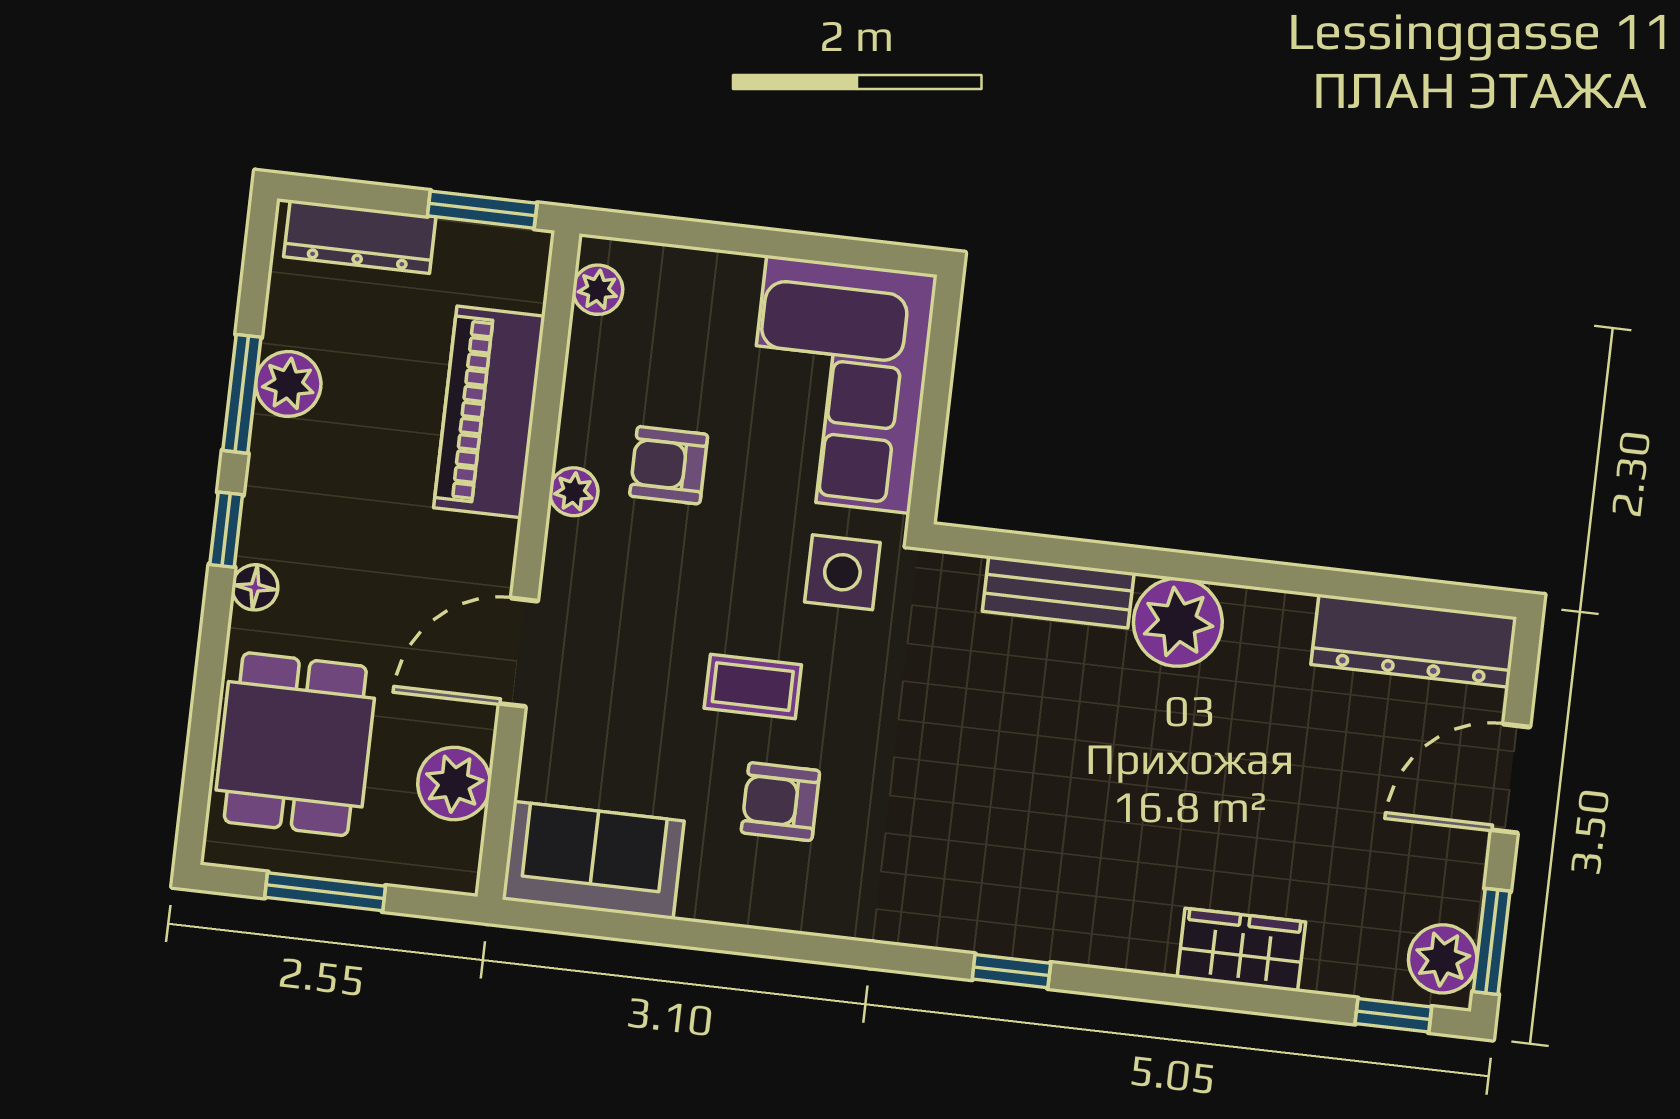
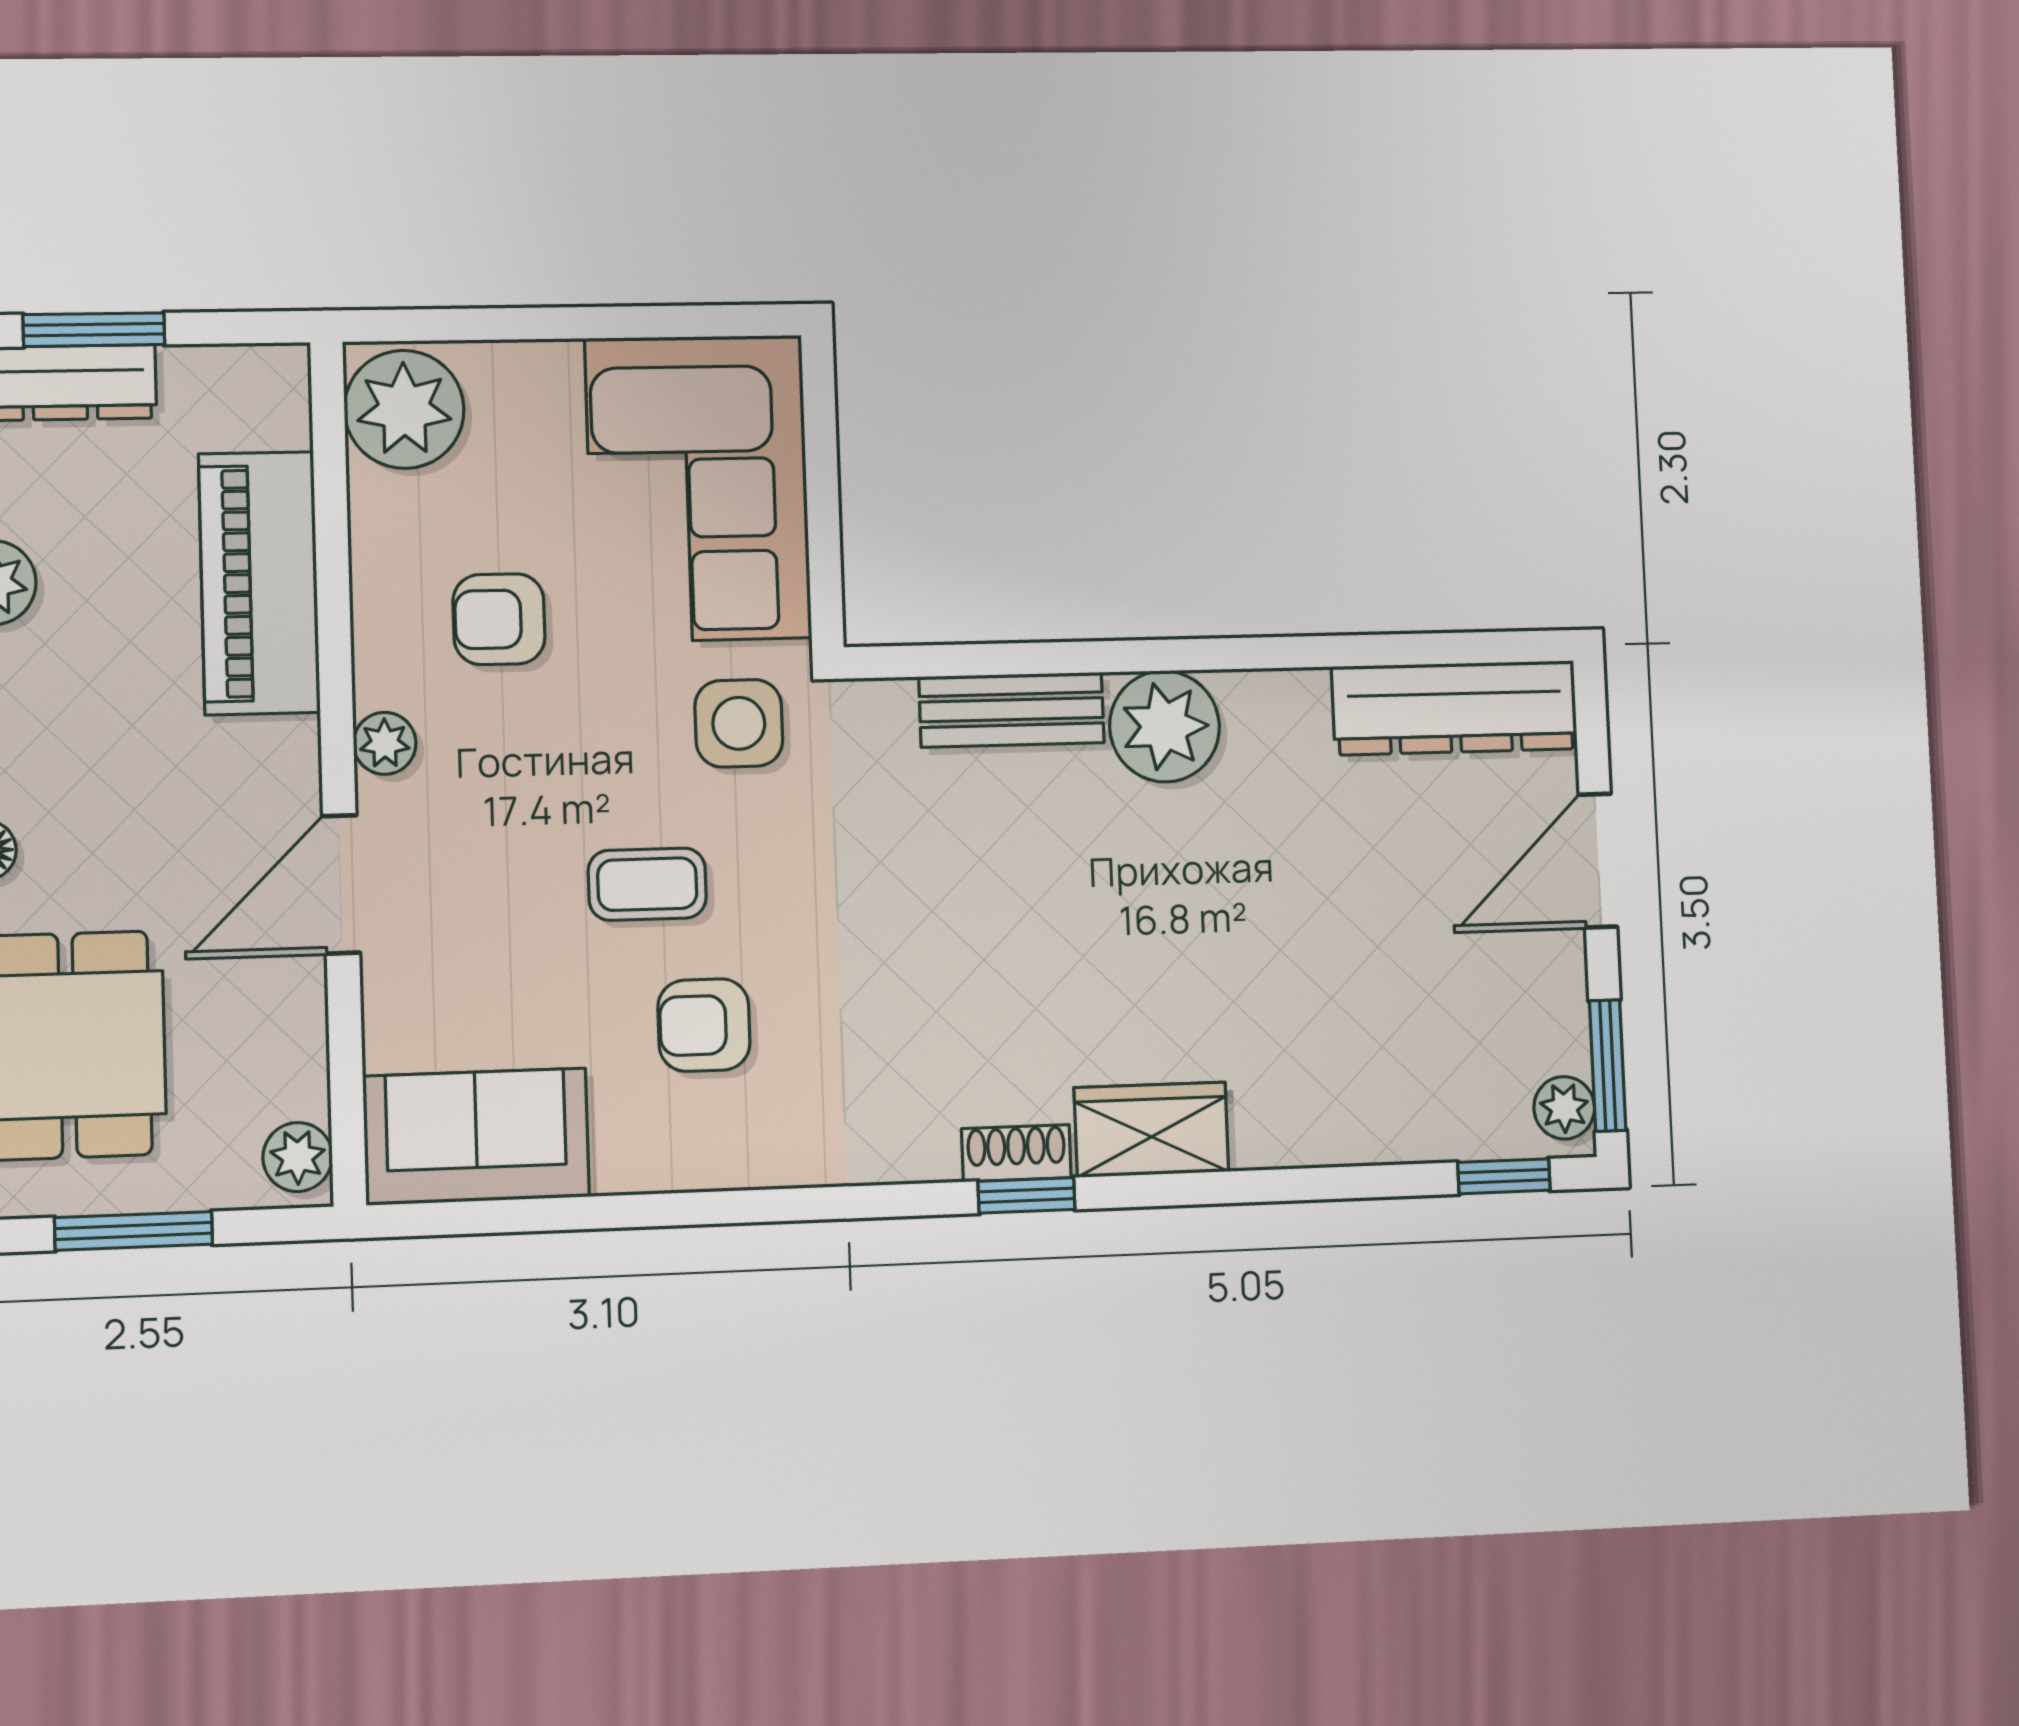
window: (482, 210) -> (94, 330), moved
plant: (598, 290) -> (404, 409), width x1.88, depth x1.88
plant: (574, 492) -> (385, 743), moved
plant: (454, 783) -> (298, 1157), moved, width x0.73, depth x0.73
shoe rack: (1009, 937) -> (1016, 1153), added
wardrobe: (1241, 950) -> (1151, 1130), moved
plant: (1443, 959) -> (1564, 1108), width x0.73, depth x0.73

